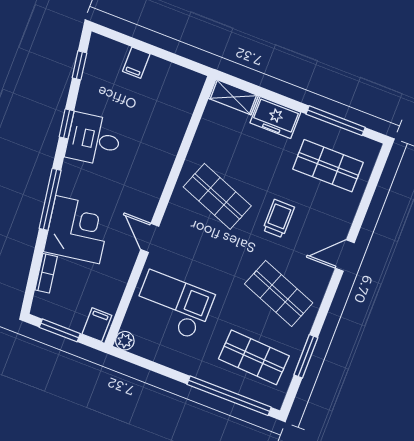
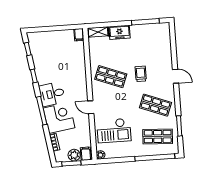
filing cabinet: (136, 63) -> (79, 35), moved
desk: (94, 139) -> (52, 94), moved
shop shelf: (328, 166) -> (151, 42), removed
door: (345, 255) -> (176, 76), swing flipped
checkout: (174, 305) -> (114, 130), turned 180
plant: (73, 317) -> (74, 155), added

